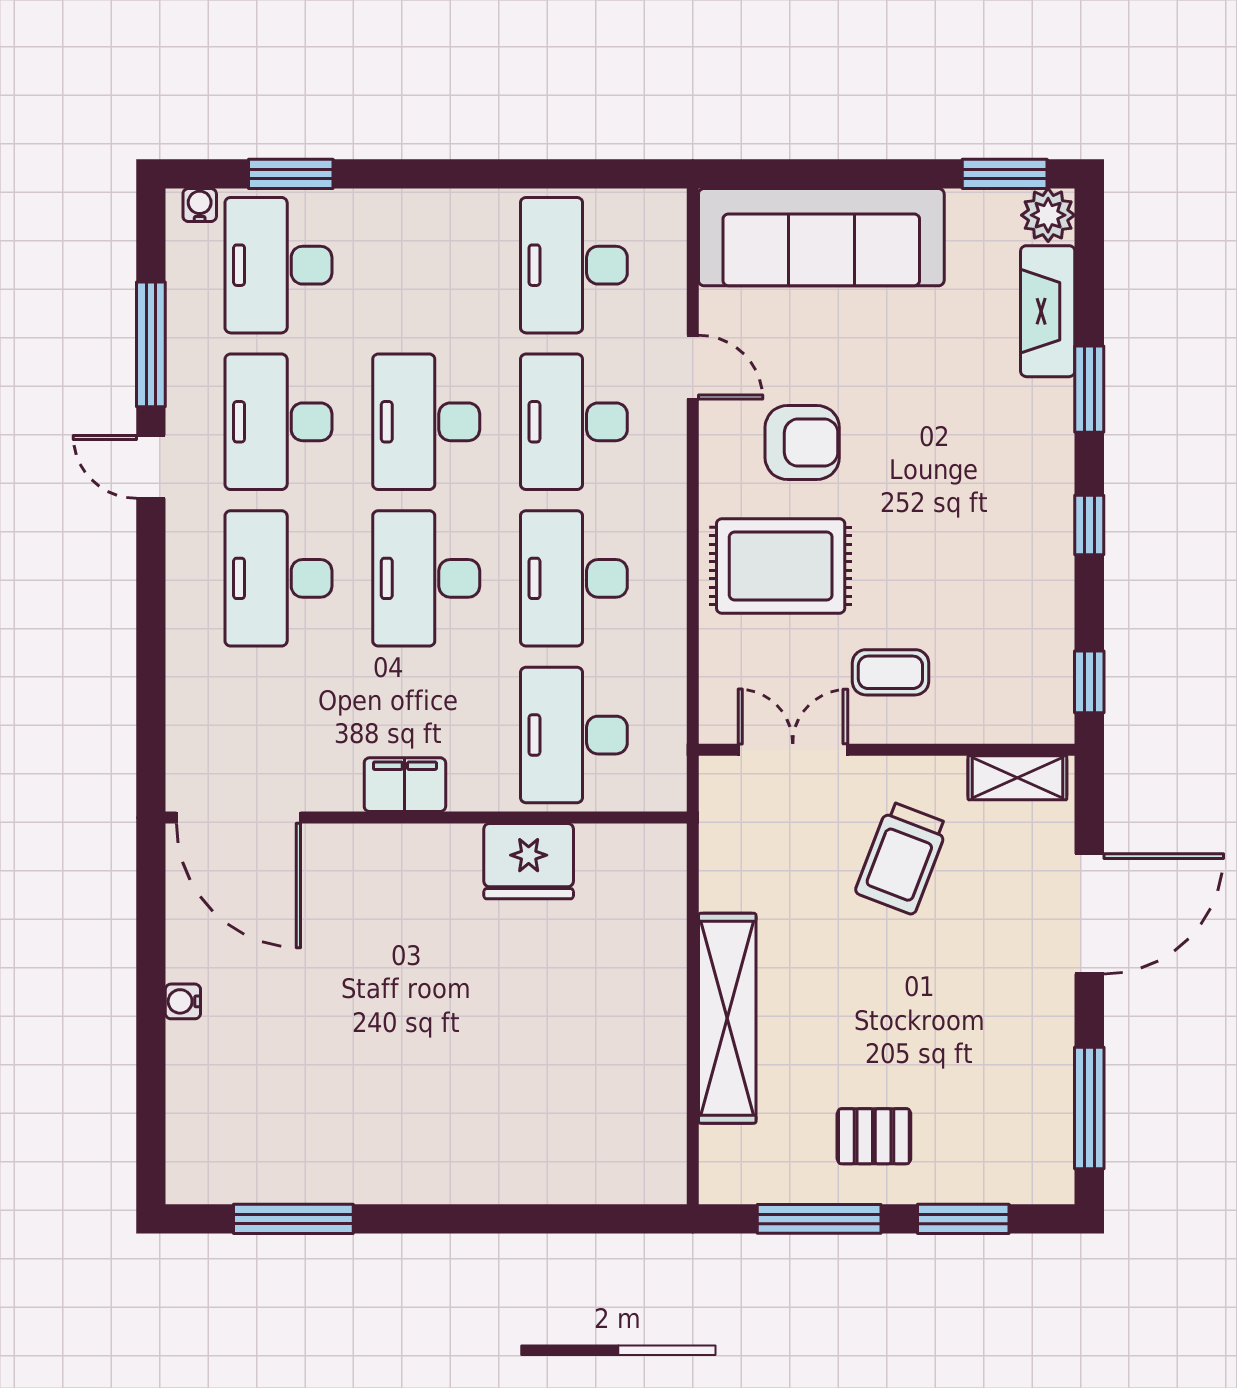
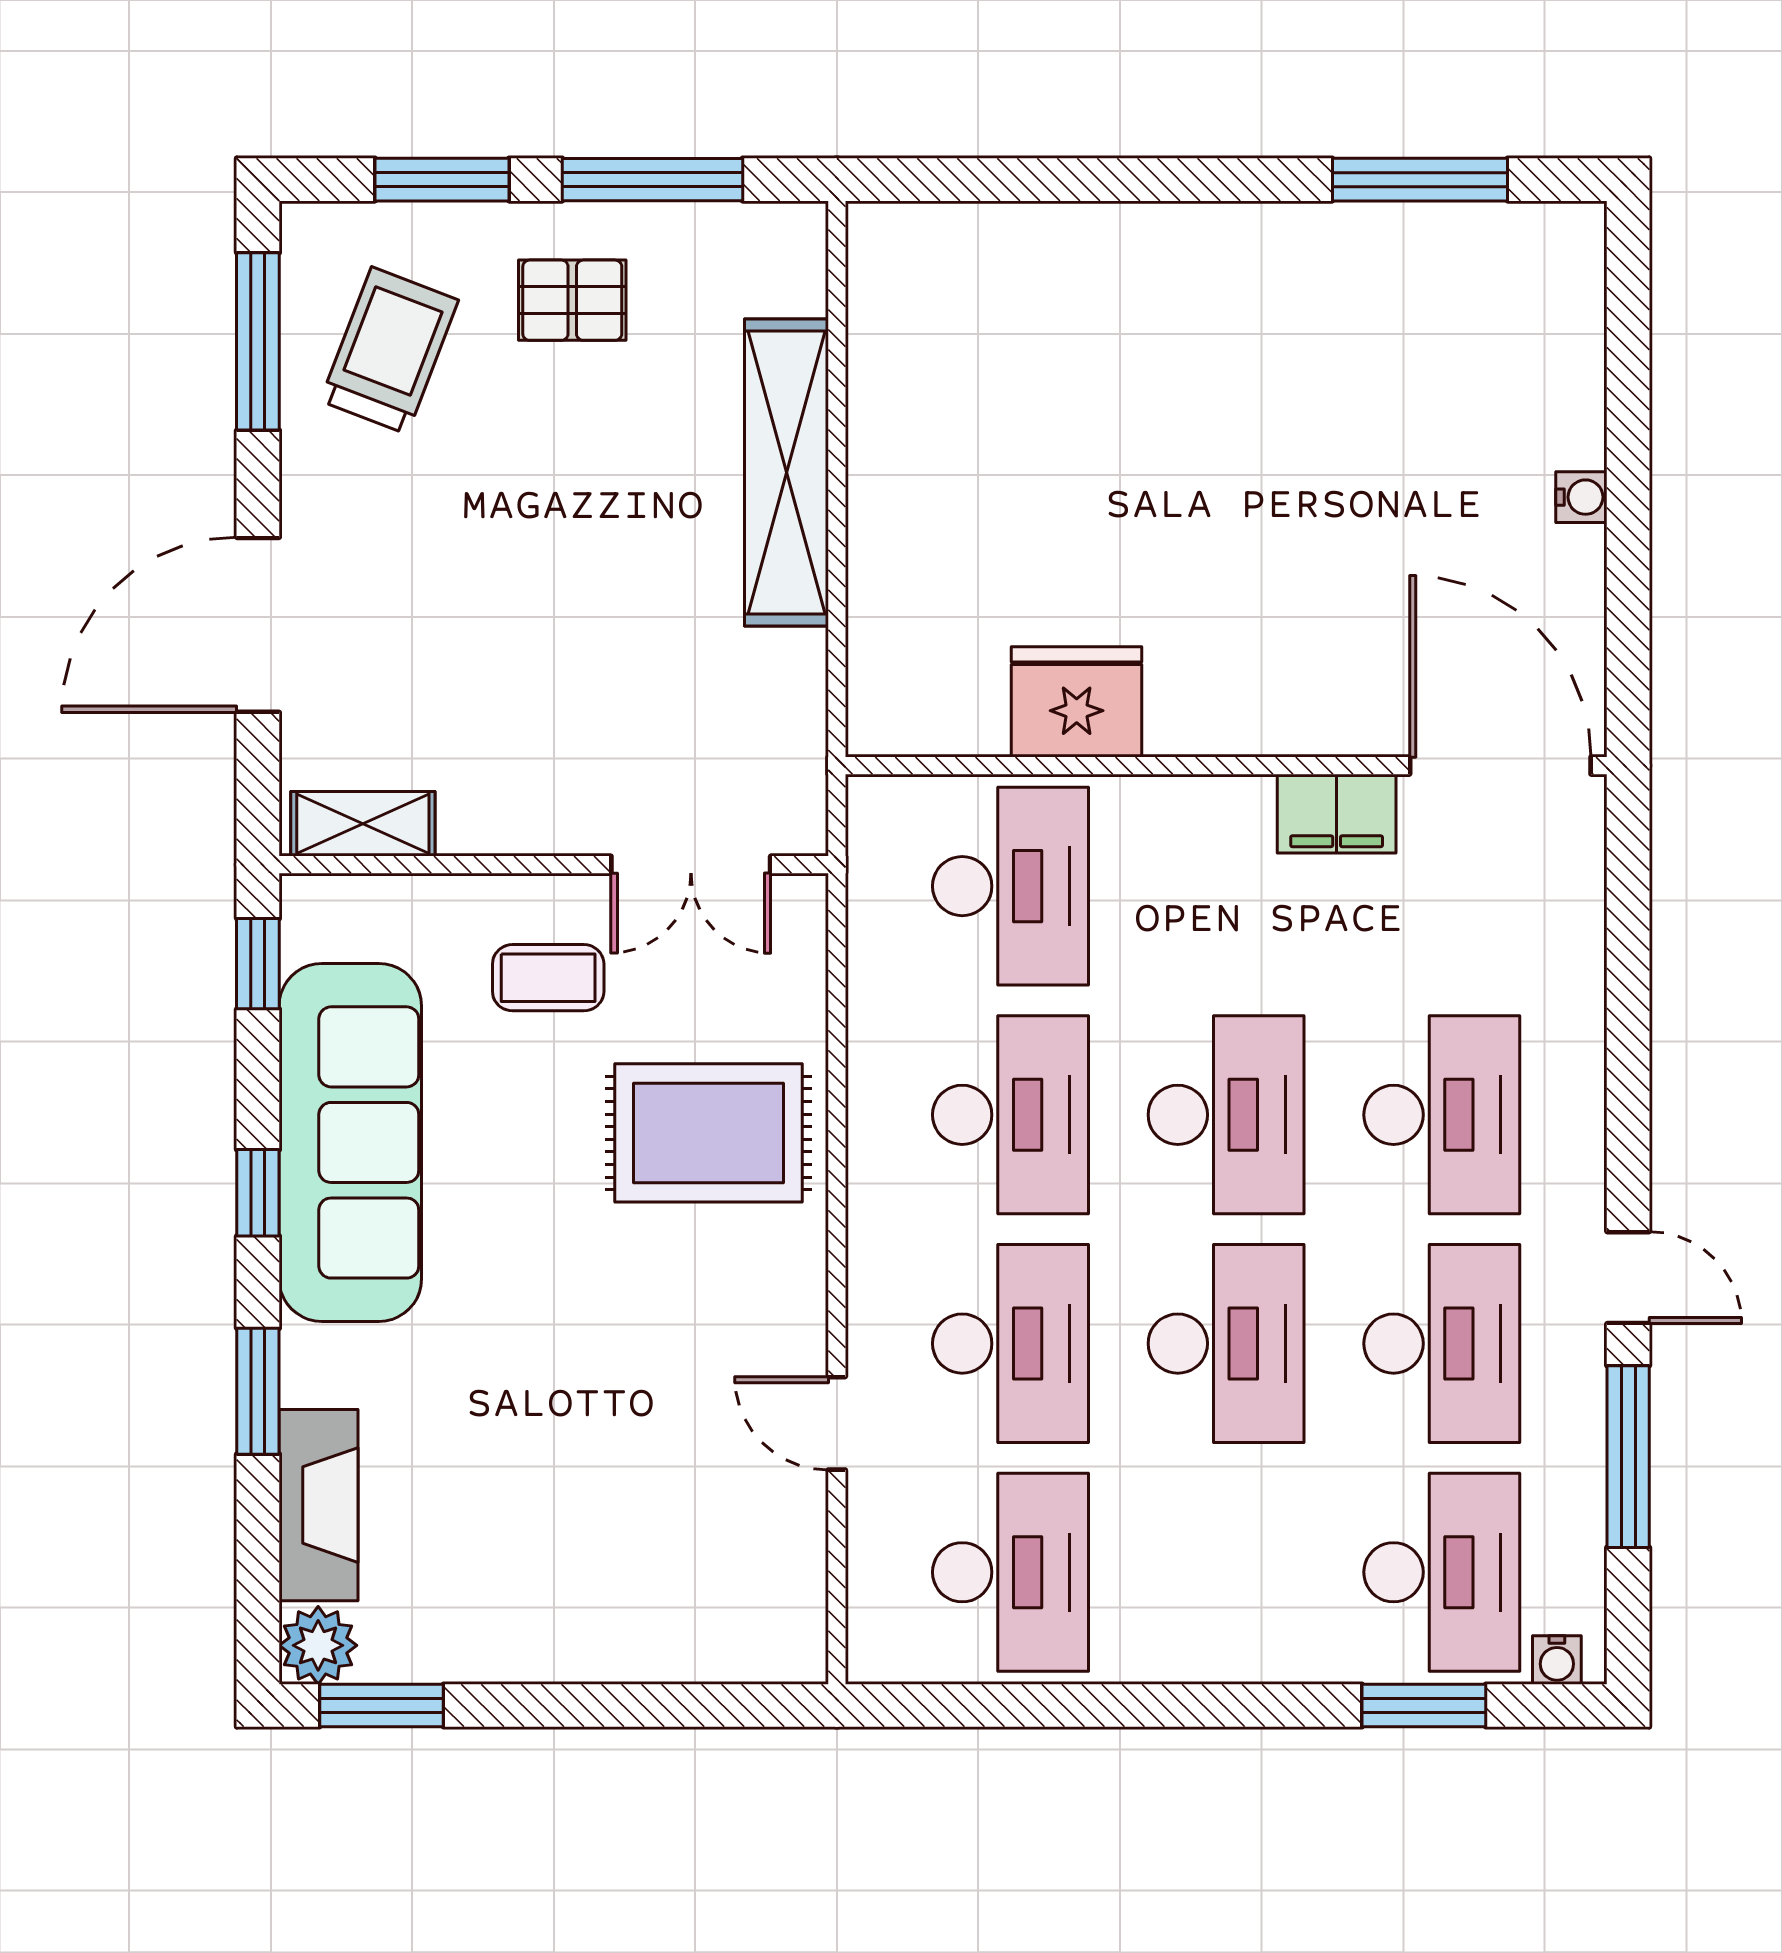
sofa: (821, 237) -> (350, 1142), moved, turned 90
armchair: (802, 443) -> (677, 1313), removed
filing cabinet: (405, 785) -> (1337, 814), moved
trolley: (902, 858) -> (389, 350), moved

